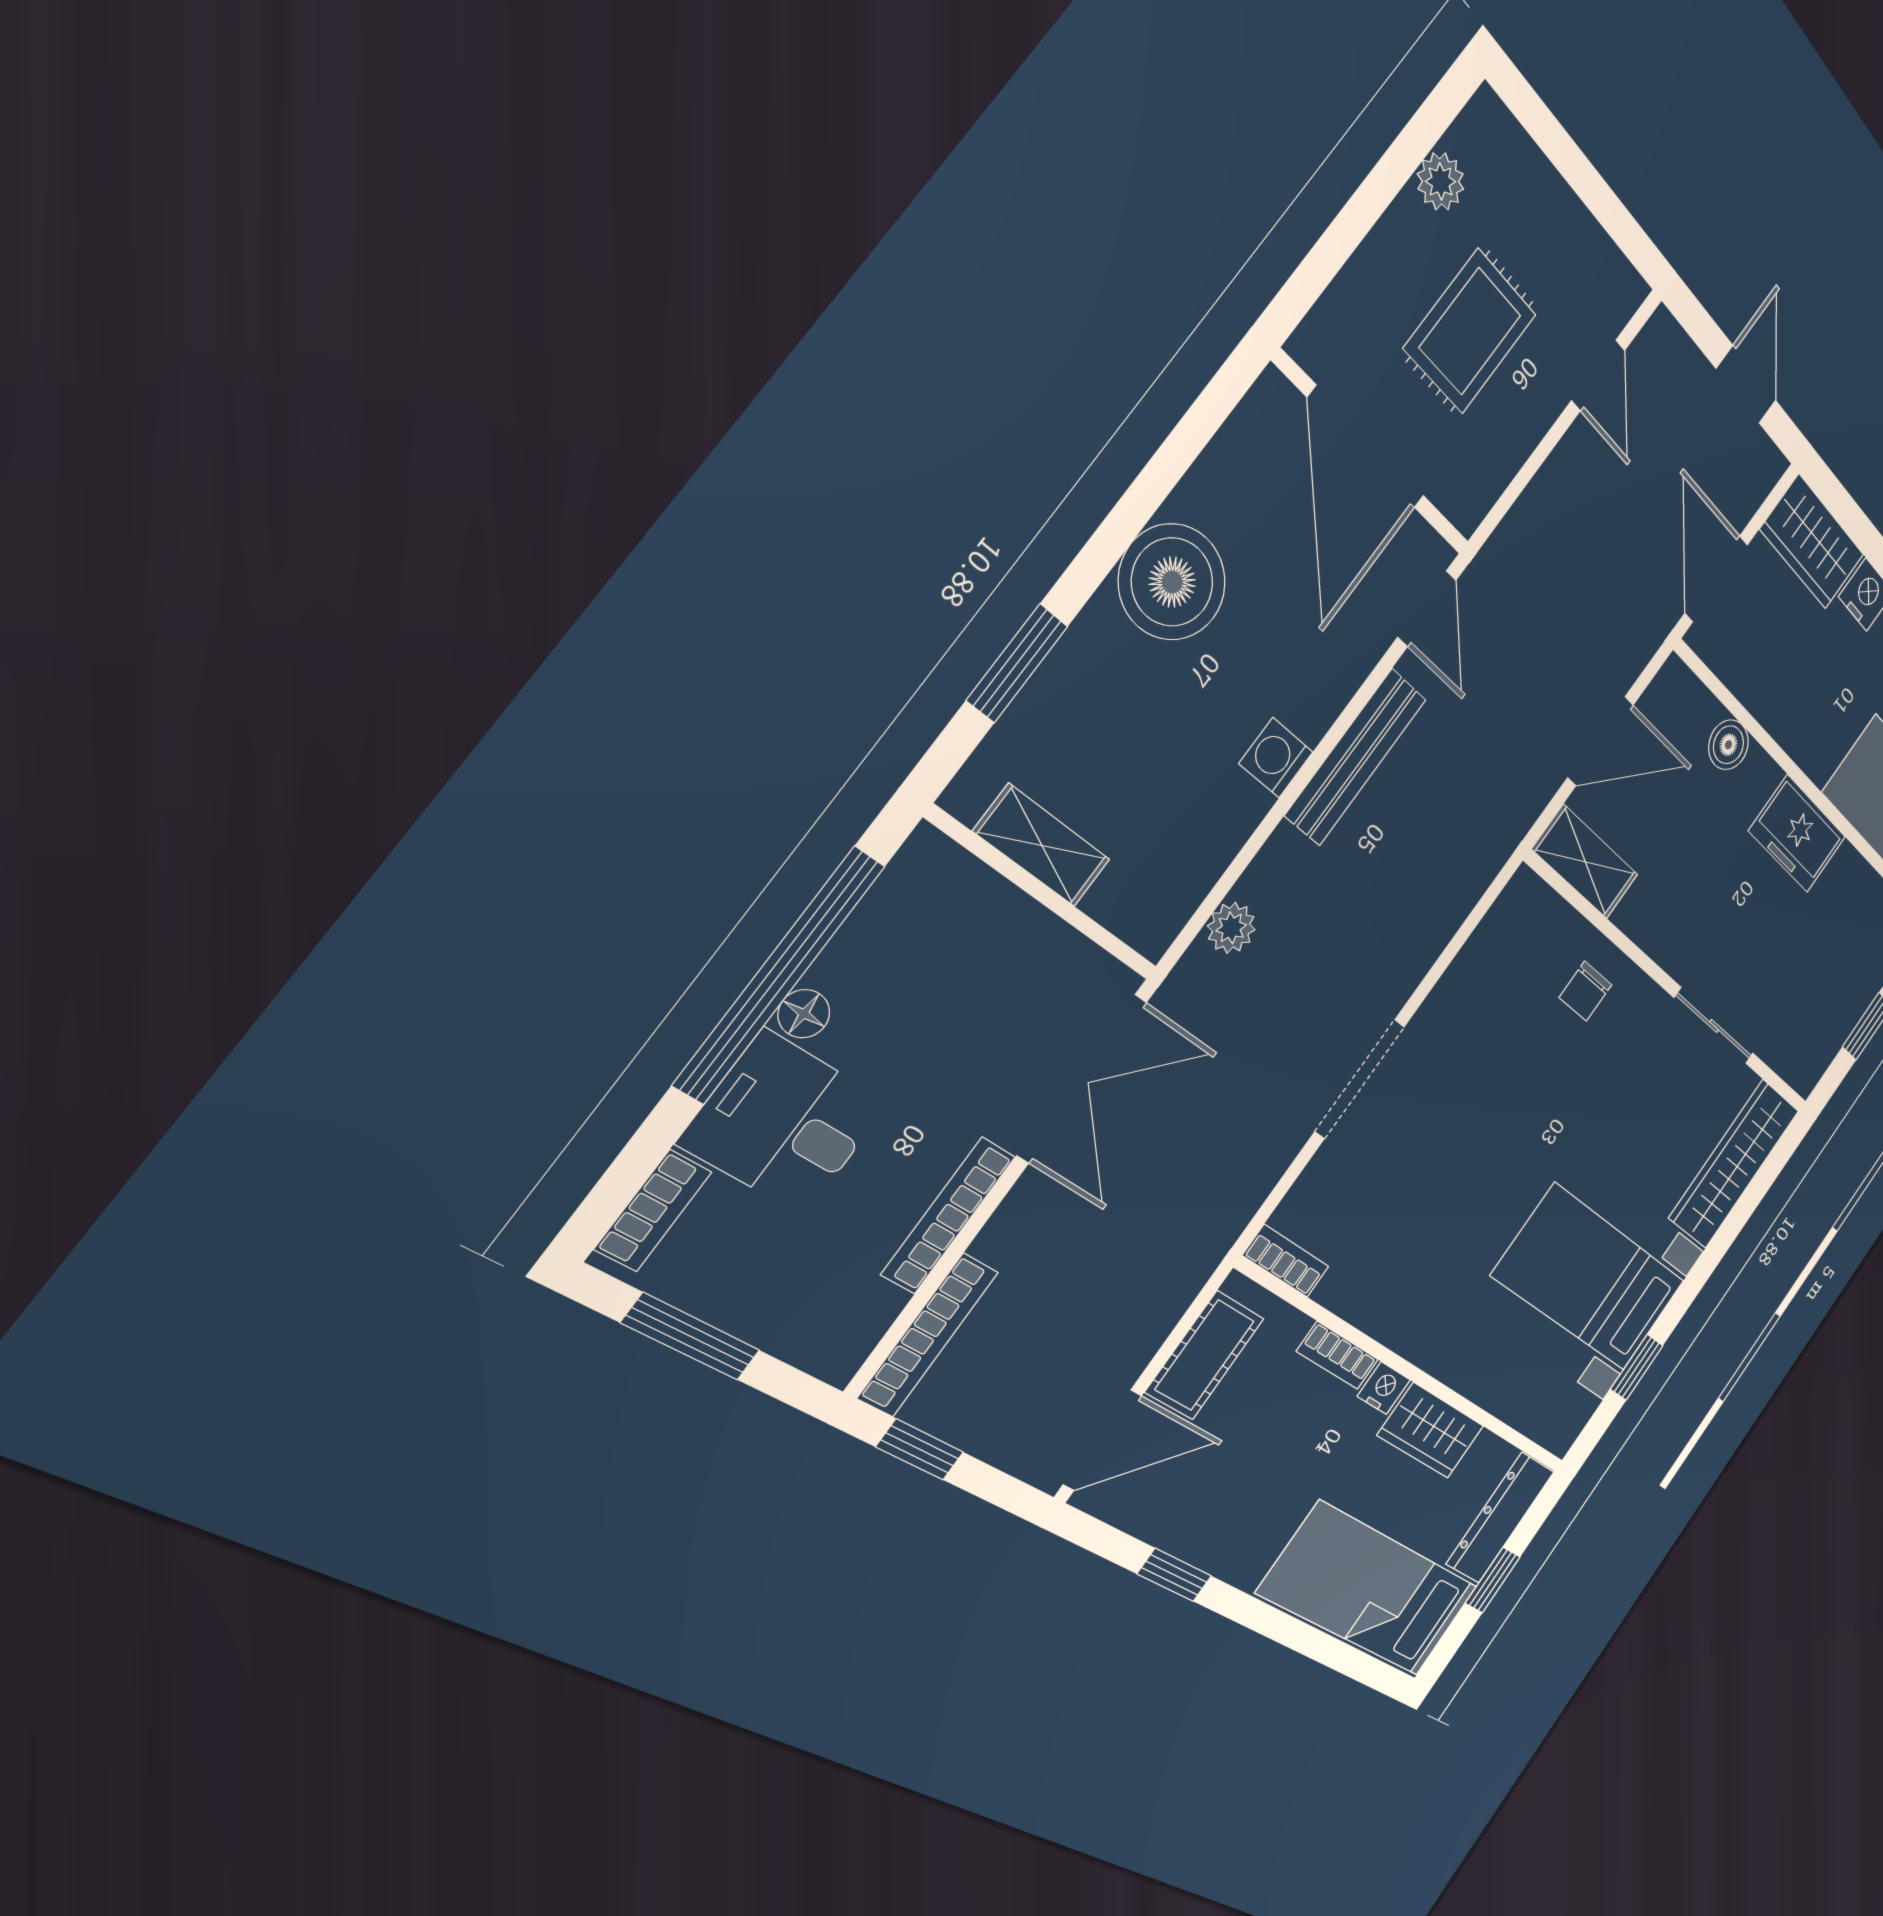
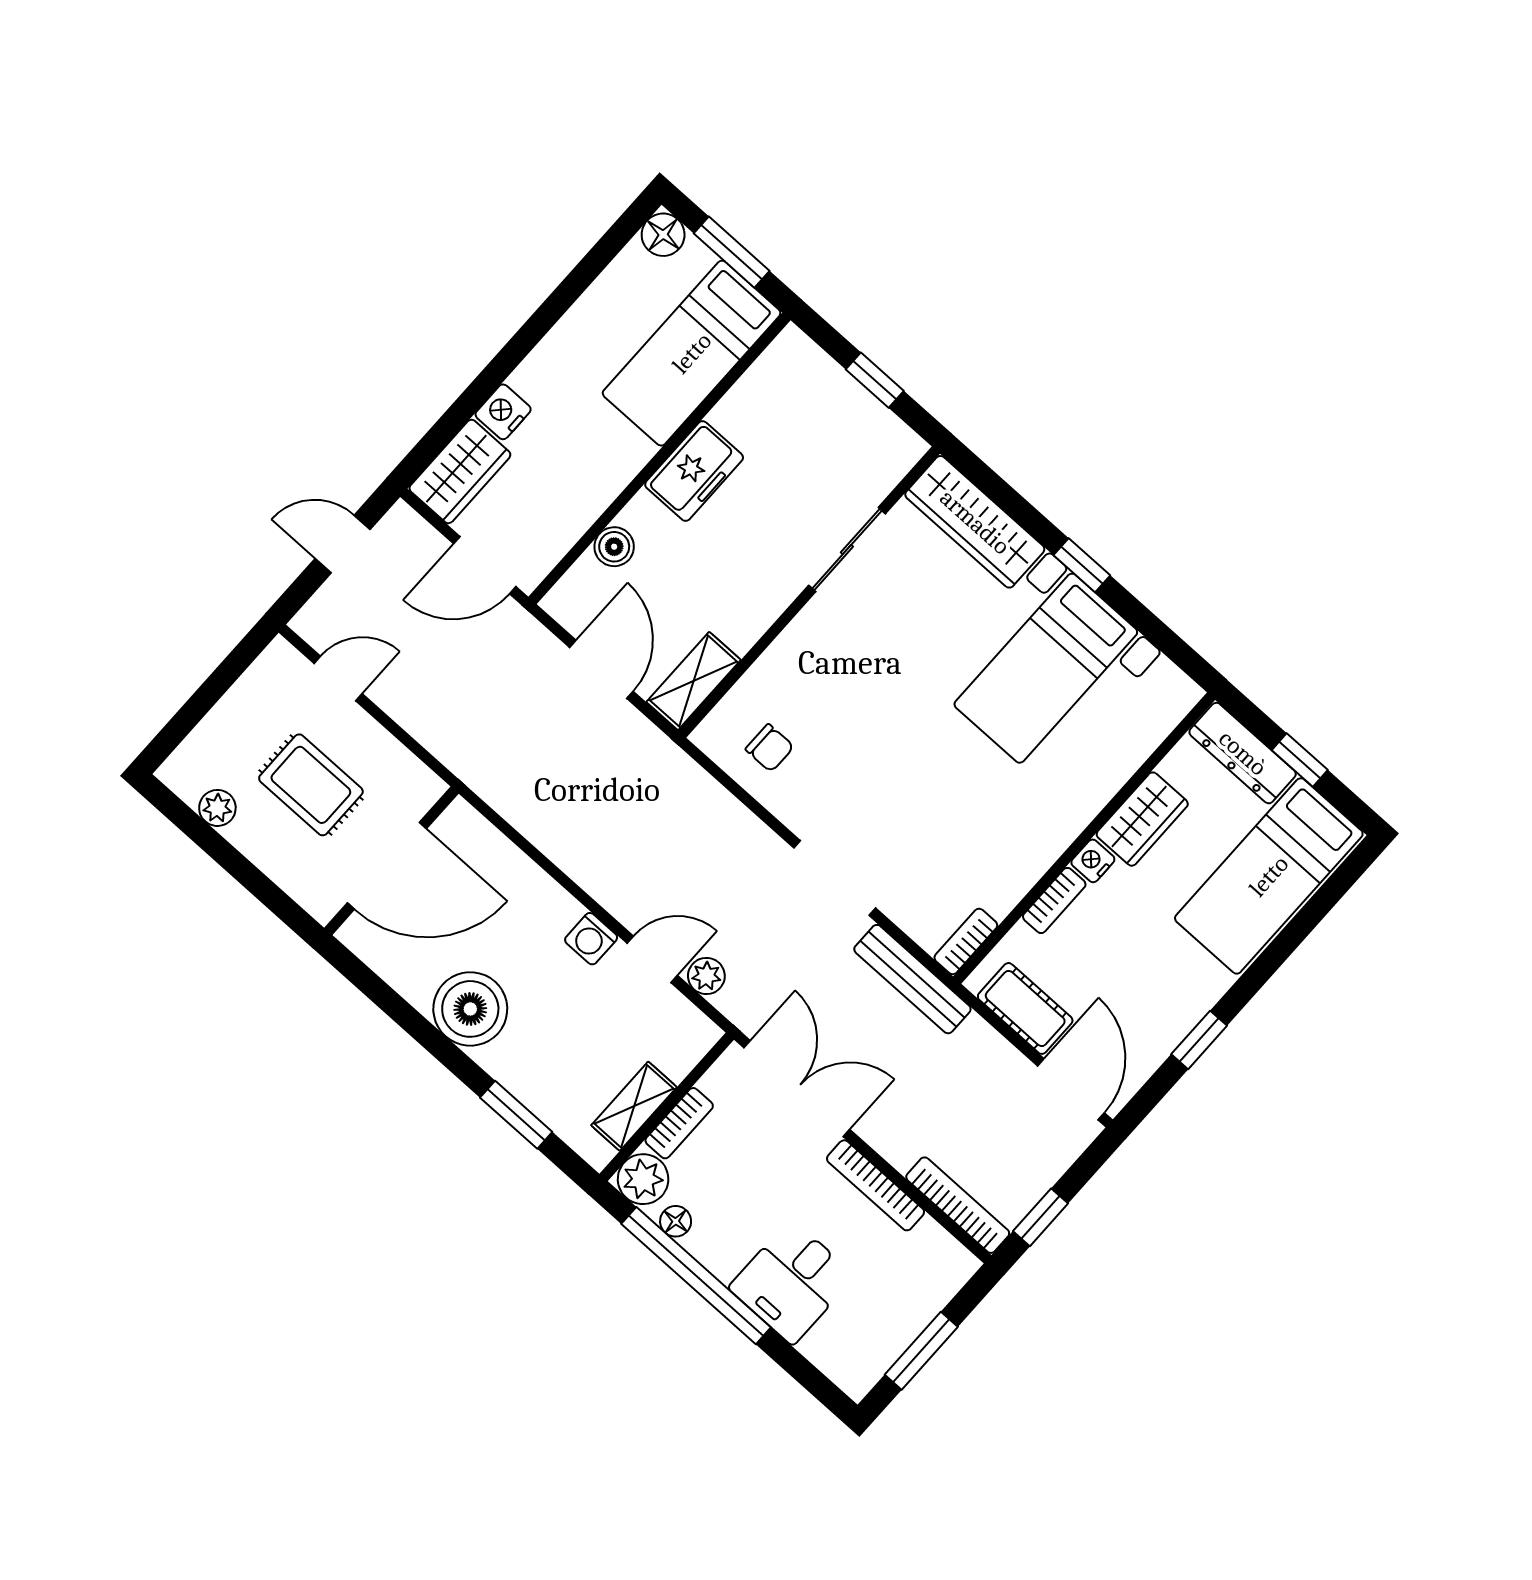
door: (1427, 609) -> (652, 959), moved
bench: (1356, 757) -> (912, 979), moved
plant: (930, 872) -> (643, 1179), added
chair: (1586, 991) -> (770, 748), moved
floor lamp: (804, 1014) -> (676, 1221), moved
bookcase: (653, 1211) -> (679, 1123), moved, turned 90
window: (1637, 1367) -> (1082, 565), moved

